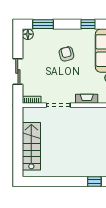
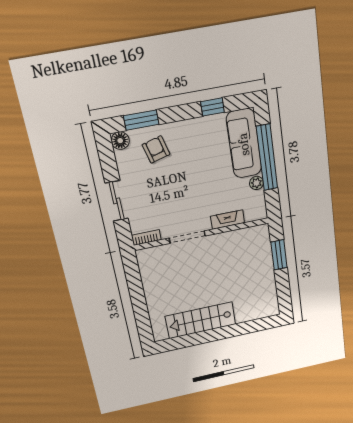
armchair: (66, 54) -> (156, 149), moved
stairs: (31, 146) -> (201, 320), moved, turned -90
window: (94, 182) -> (254, 326), removed

